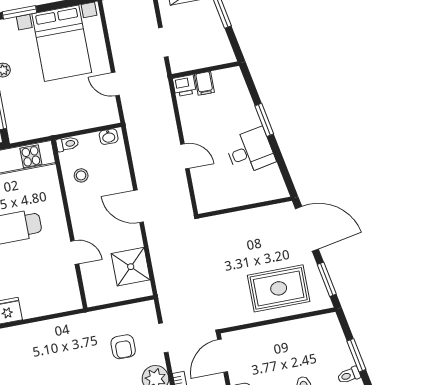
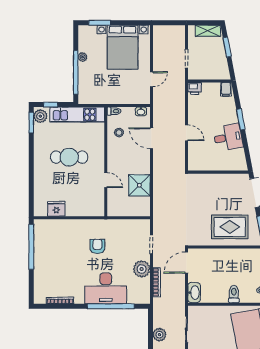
filing cabinet: (204, 83) -> (226, 89), moved
door: (115, 84) -> (151, 79), swing flipped
door: (139, 206) -> (151, 138), moved
shower: (131, 267) -> (139, 185), moved
armchair: (123, 347) -> (97, 246), moved, turned 180

